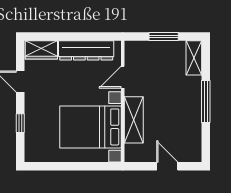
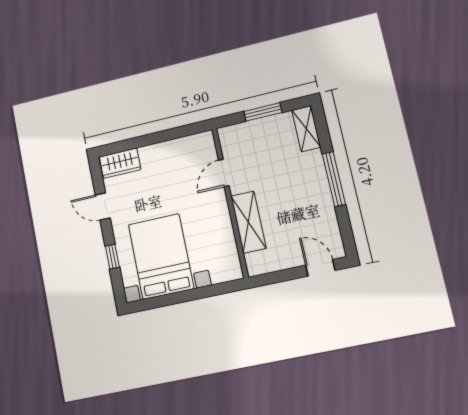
dresser: (86, 50) -> (173, 151), removed
bed with nightstands: (91, 127) -> (161, 256), moved, turned 90
door: (167, 166) -> (320, 268), moved

